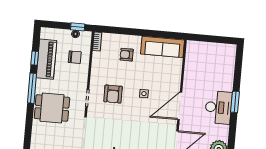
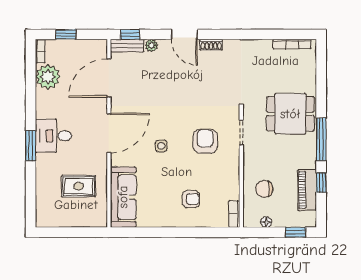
window: (78, 27) -> (295, 232), moved
sofa: (162, 47) -> (123, 197), moved, turned 90
piano: (46, 59) -> (307, 190), width x0.73, depth x0.75
rug: (204, 71) -> (79, 186), added
desk: (218, 107) -> (54, 136), width x0.73

